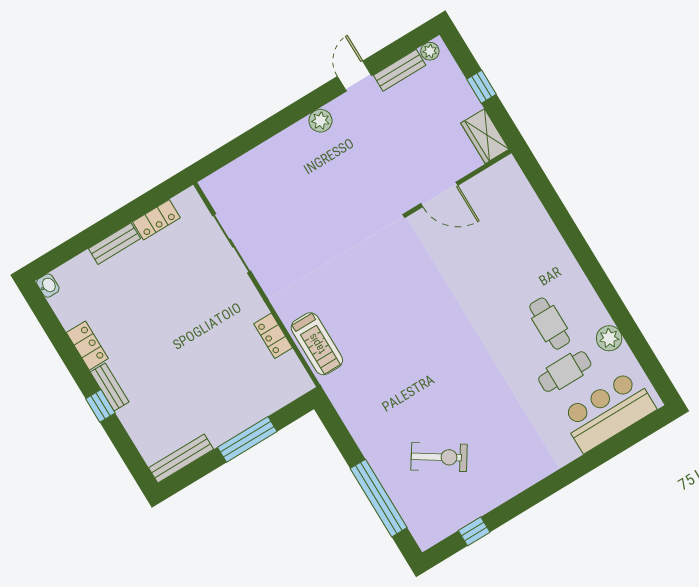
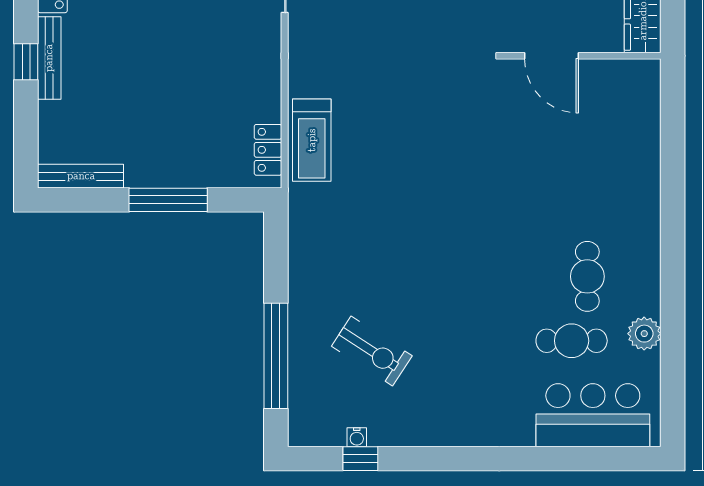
locker: (273, 336) -> (268, 150), moved
bench: (110, 387) -> (49, 58), width x1.36
water cooler: (463, 519) -> (357, 437), added

